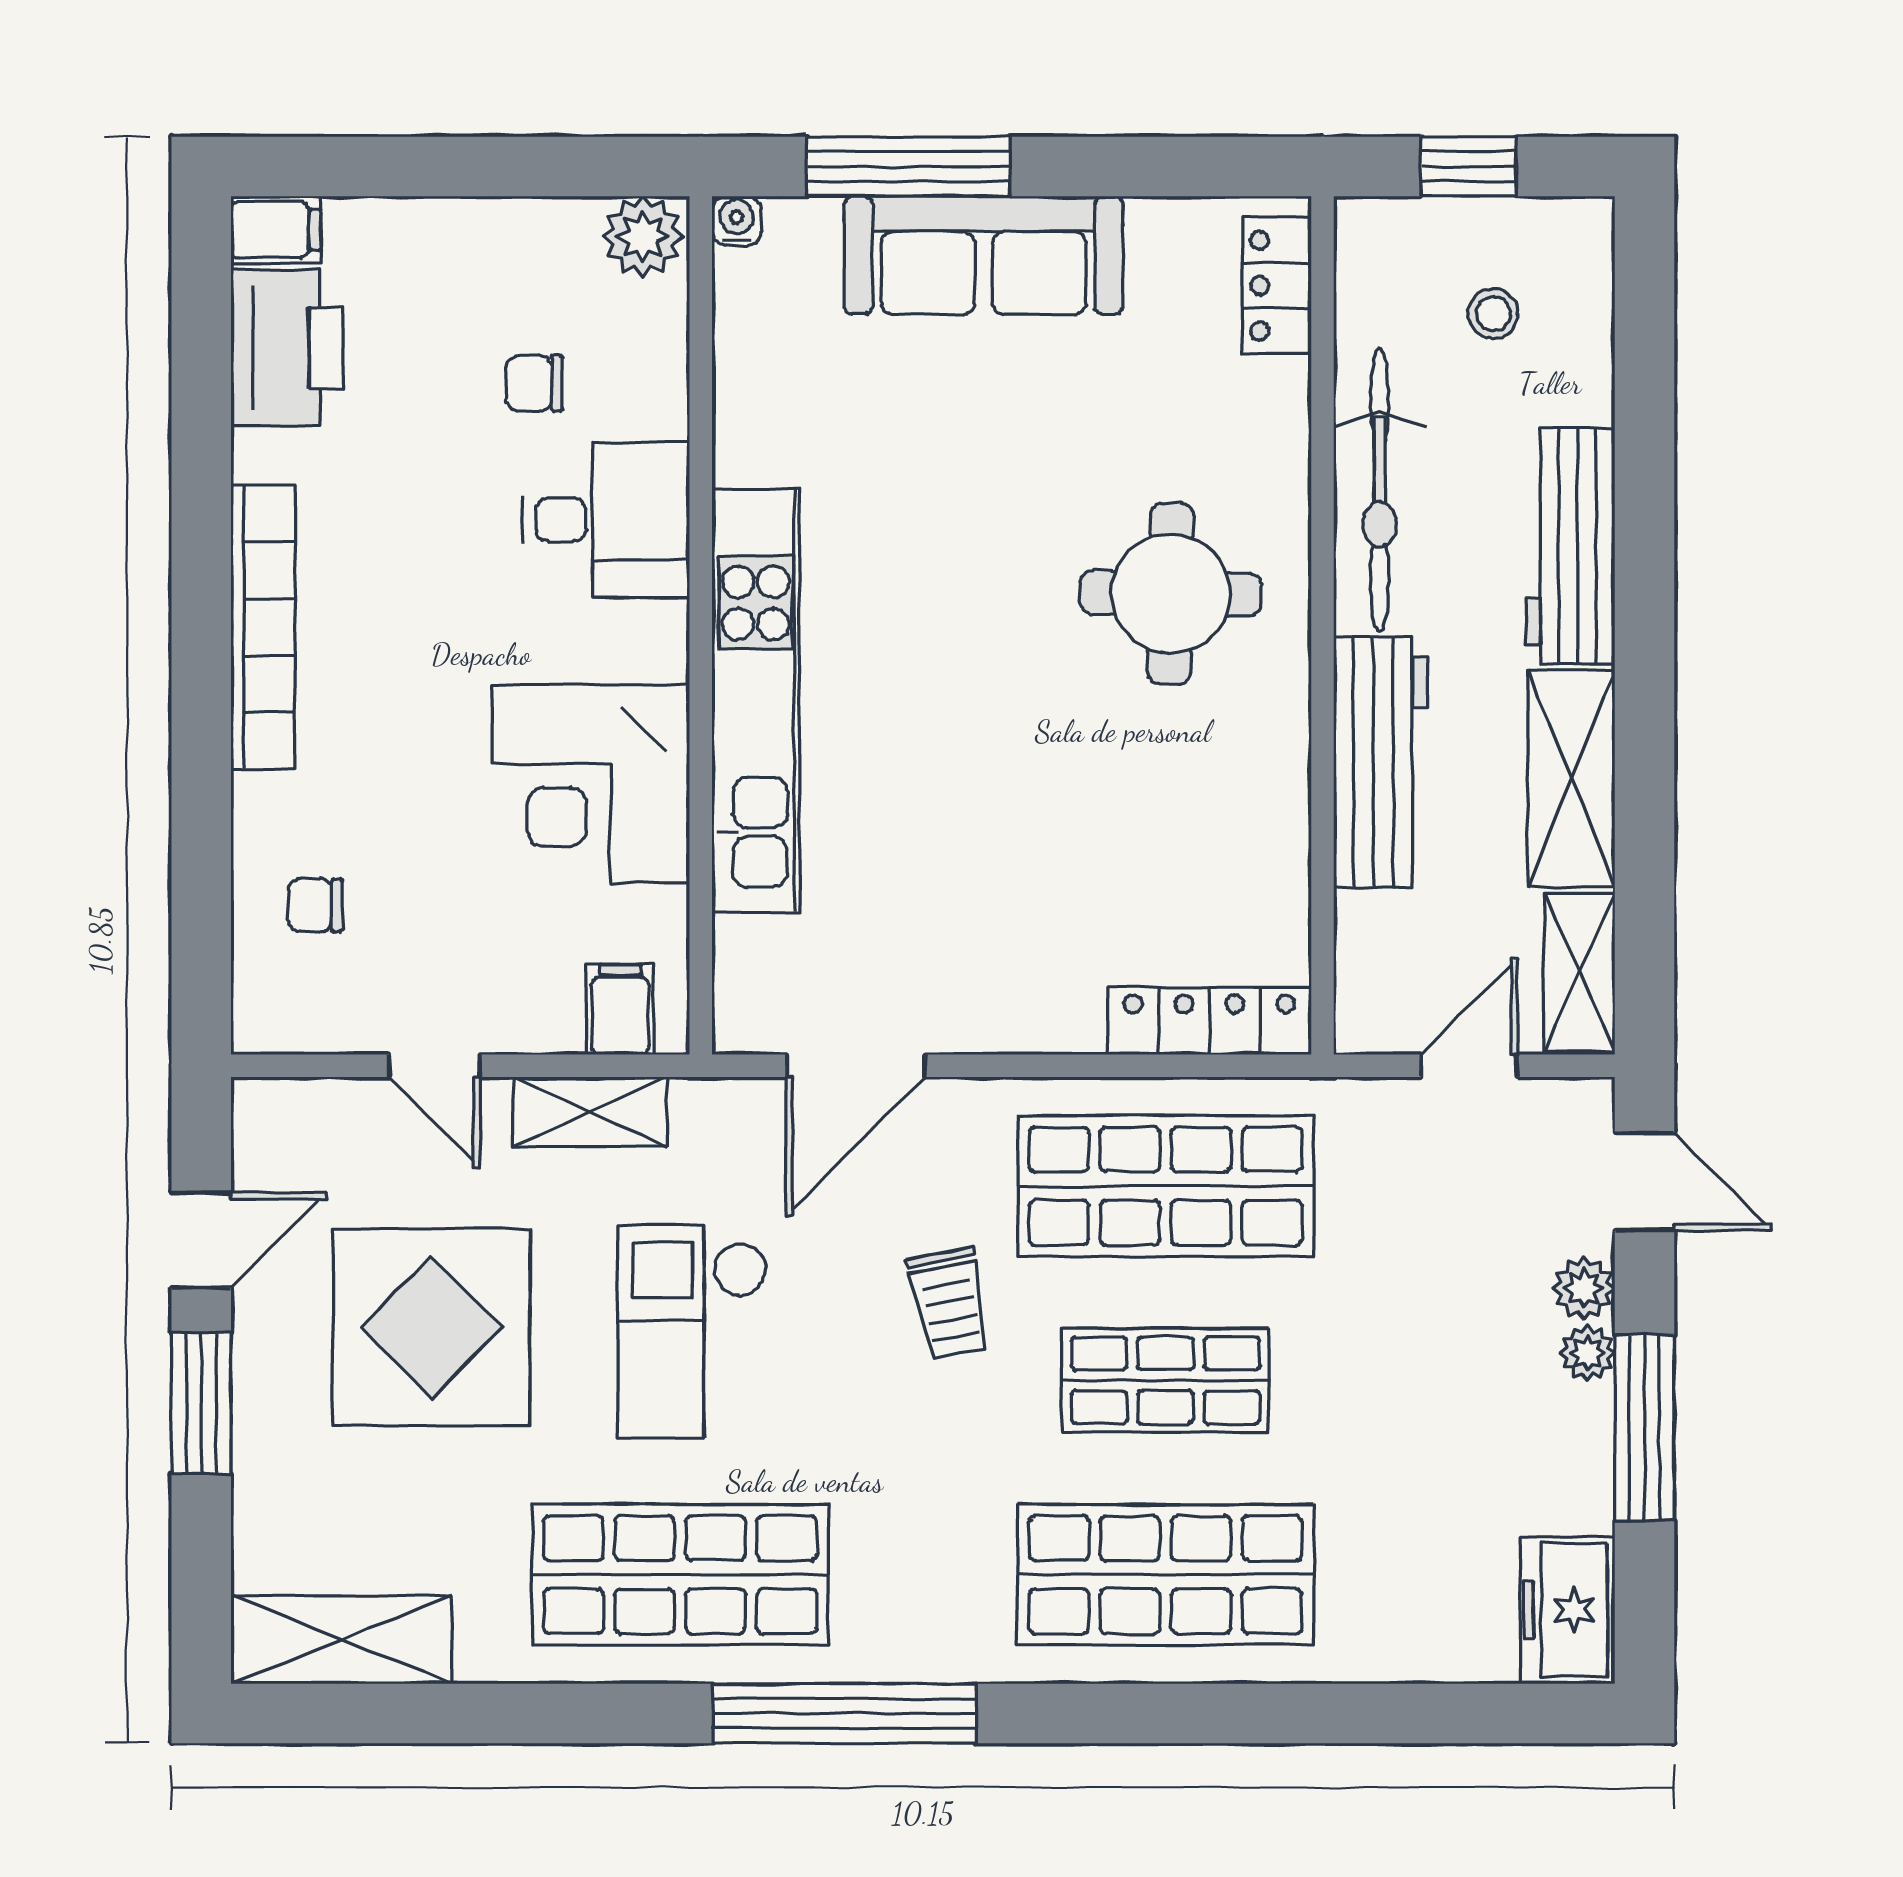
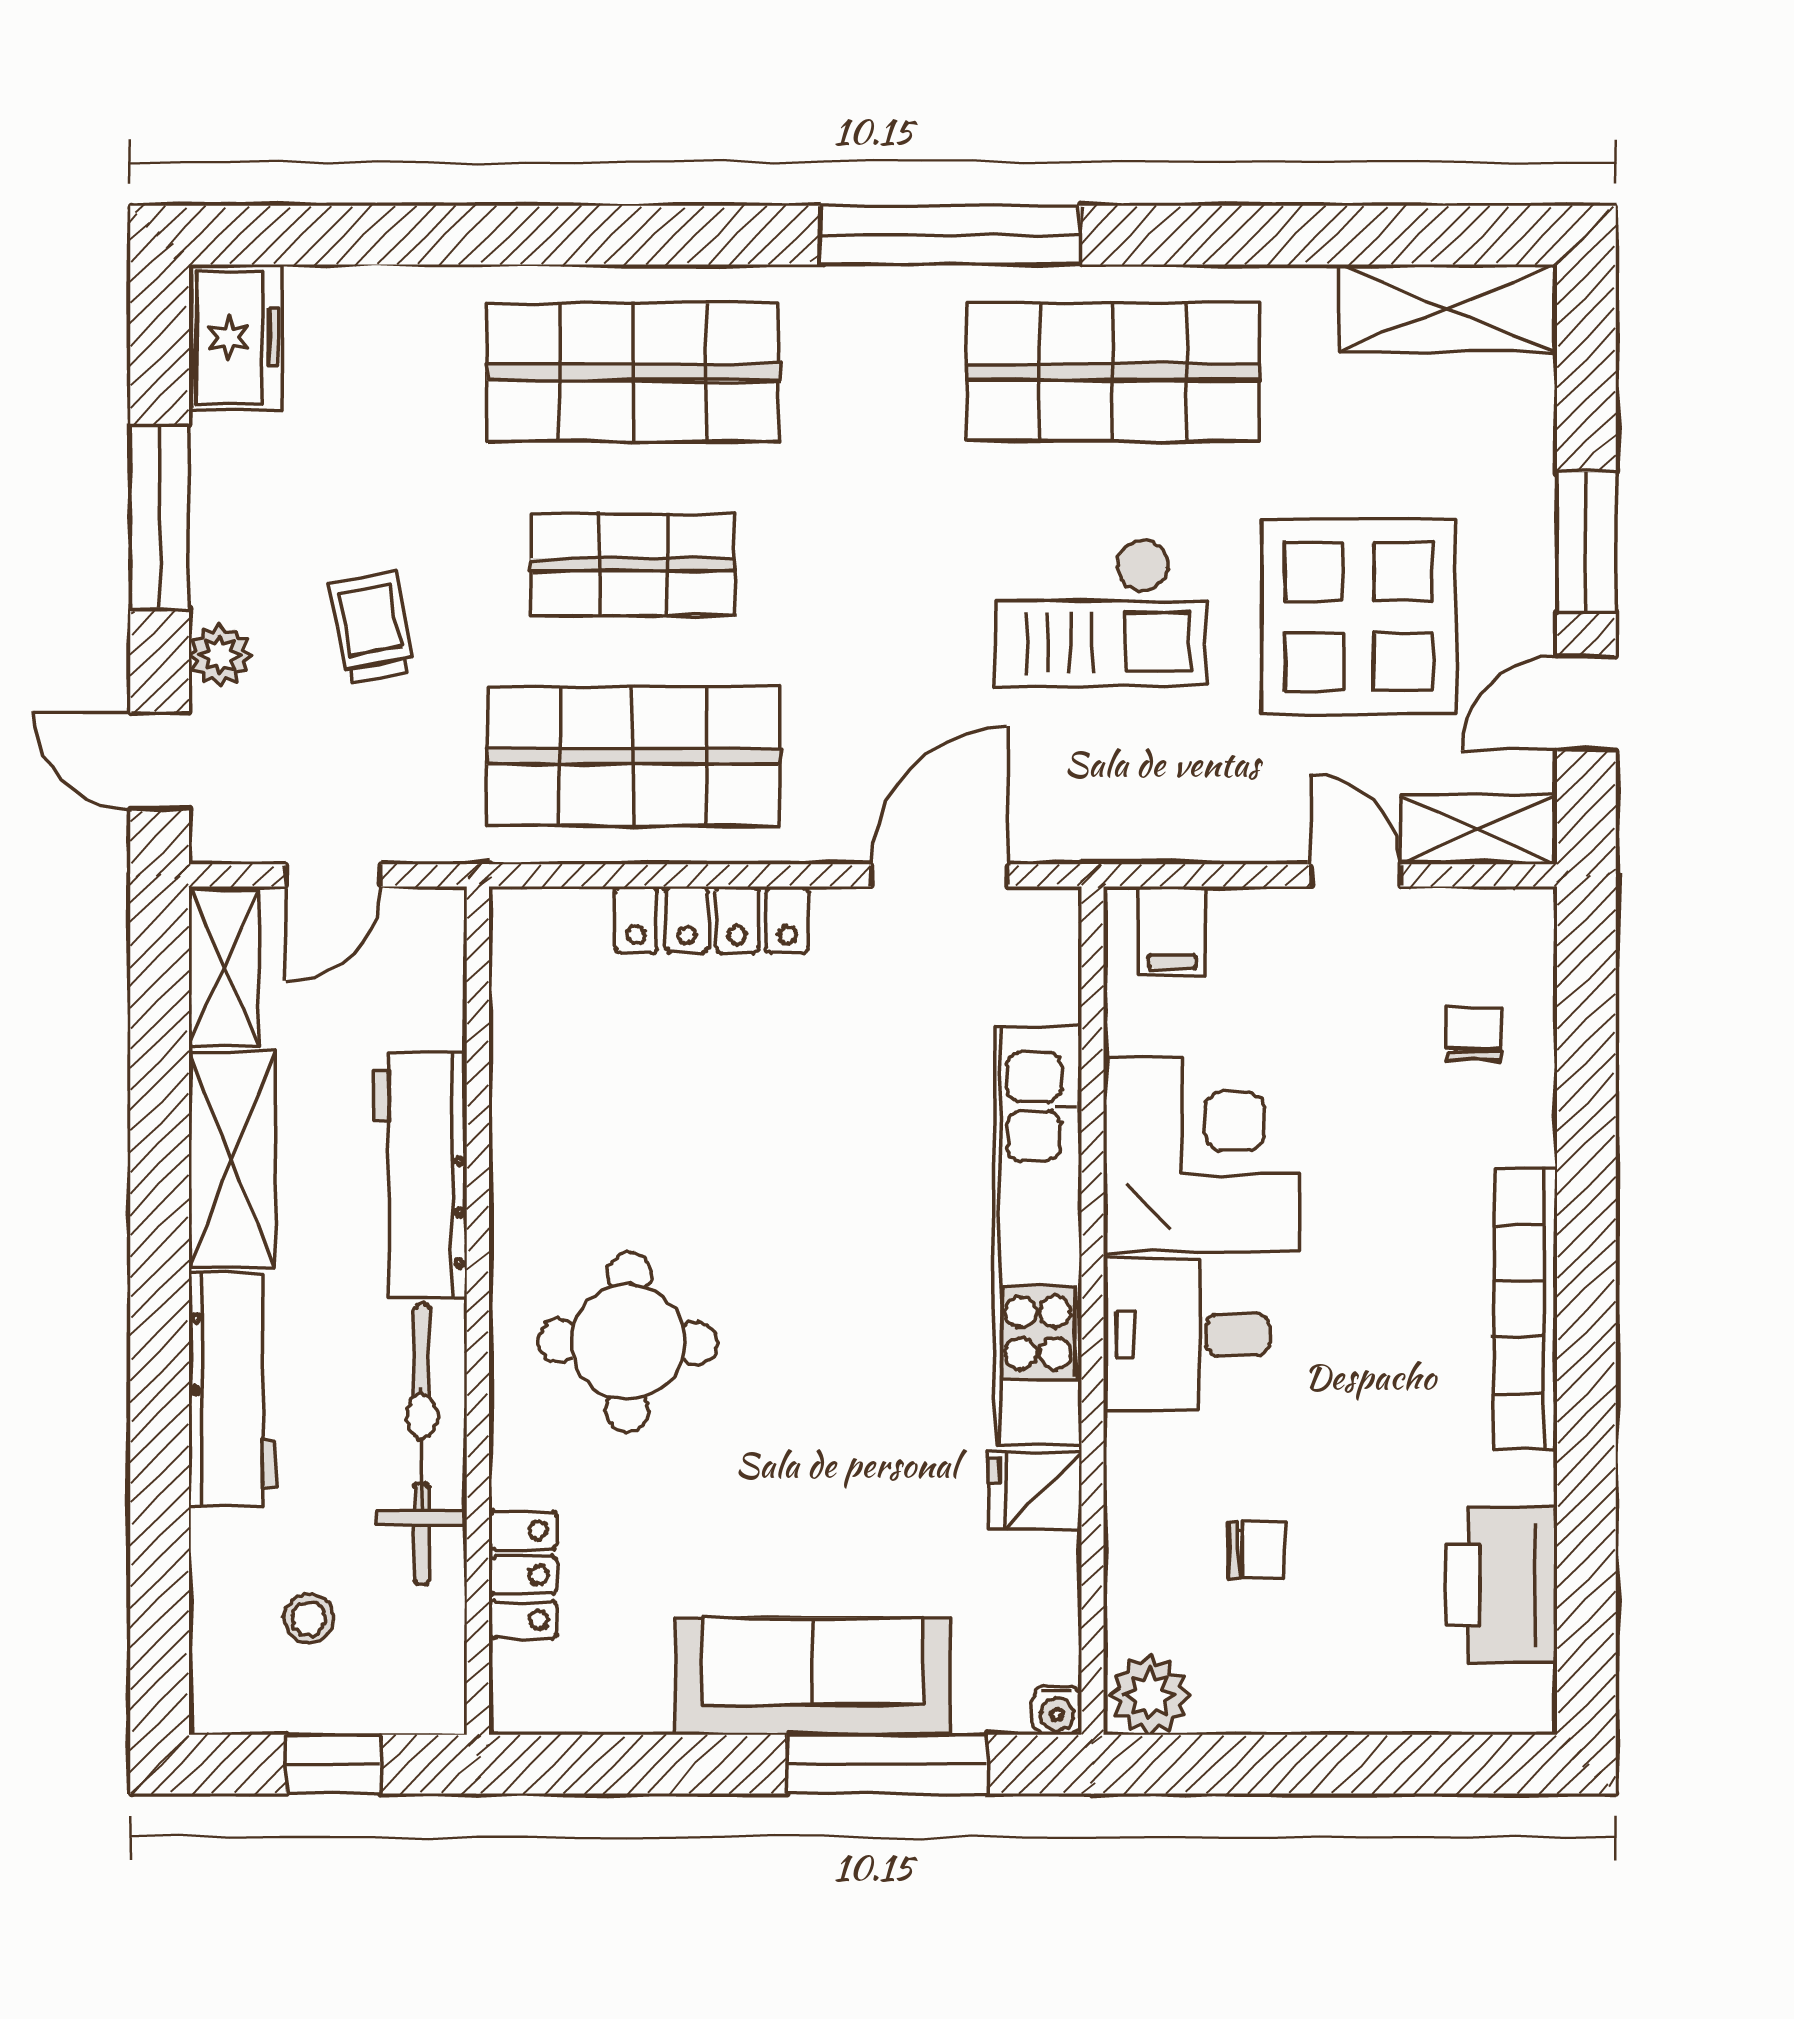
filing cabinet: (276, 230) -> (1513, 1702), removed
locker: (1277, 286) -> (523, 1575), moved
fridge: (759, 443) -> (1035, 1491), added
desk: (606, 520) -> (1186, 1335), moved
chair: (315, 905) -> (1473, 1034), turned -90
locker: (1209, 1021) -> (712, 920), moved
shelving: (590, 1112) -> (1477, 830), moved
trolley: (949, 1304) -> (371, 628), moved
checkout: (692, 1332) -> (1101, 613), turned 90
plant: (1587, 1353) -> (216, 591), removed

